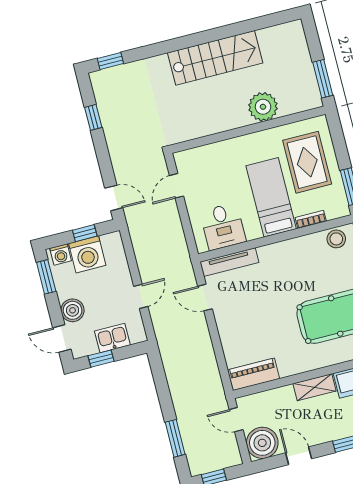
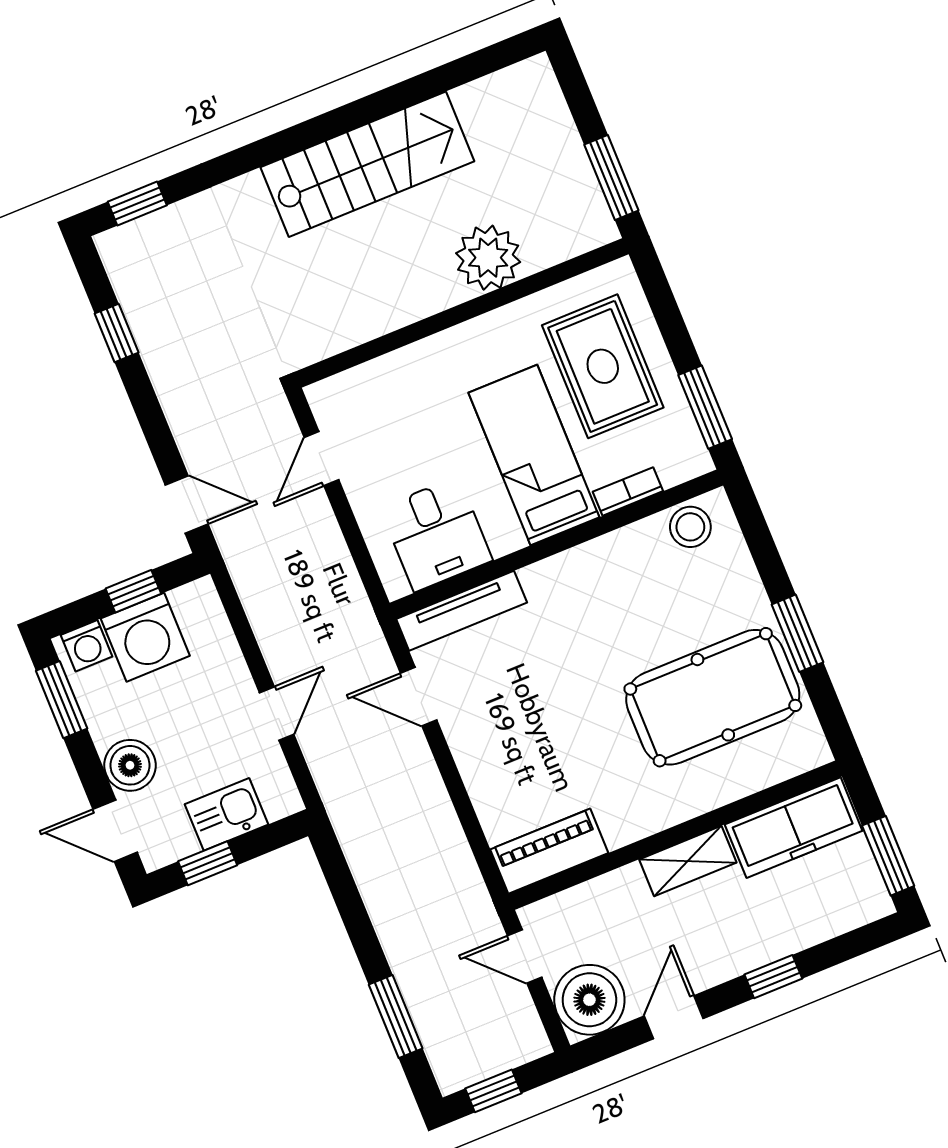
door: (299, 456) -> (674, 1017), hinge flipped

